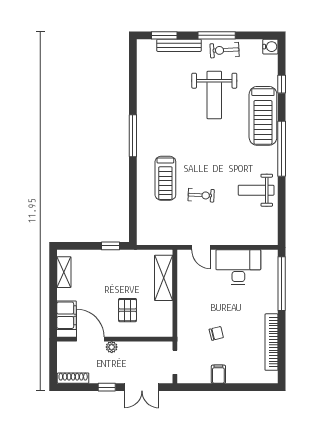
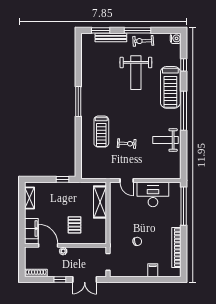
filing cabinet: (218, 374) -> (153, 270), moved

